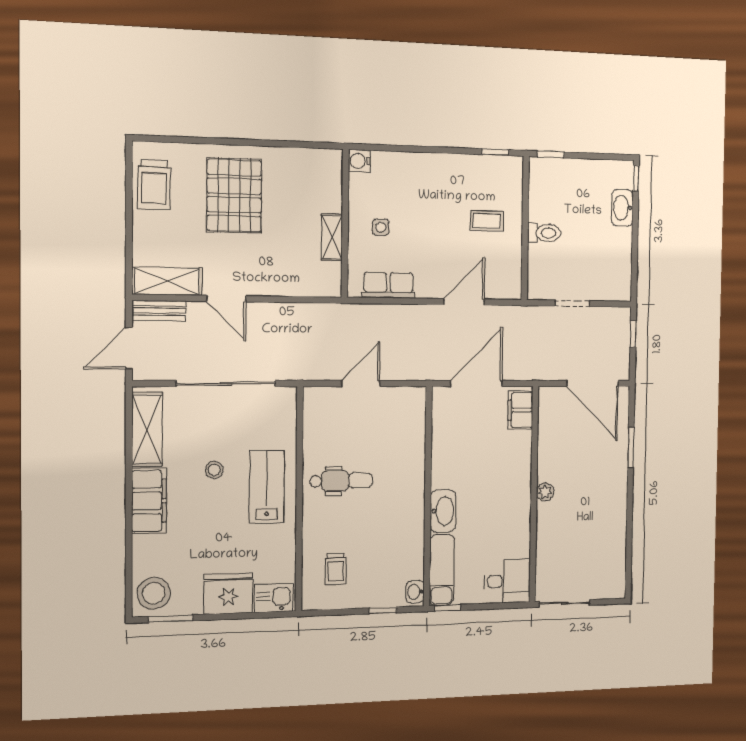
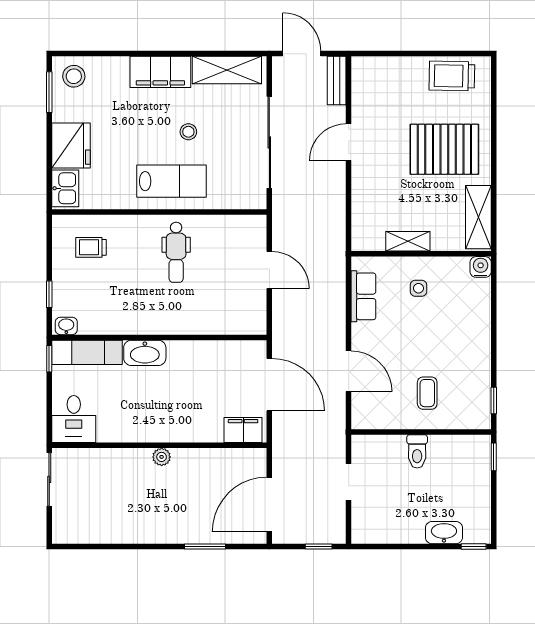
shelving: (167, 281) -> (478, 217), moved
stool: (154, 593) -> (74, 76), width x0.73, depth x0.73

